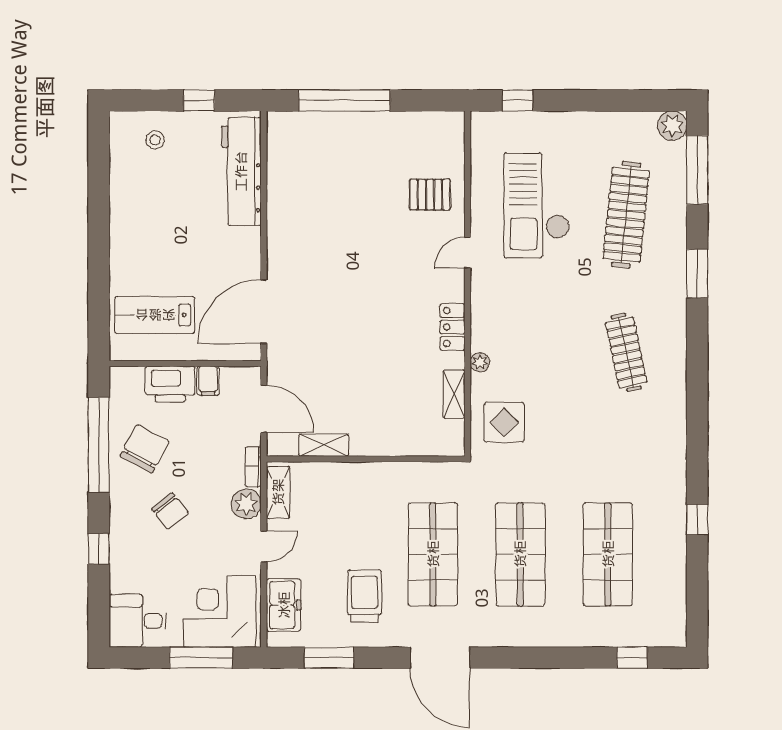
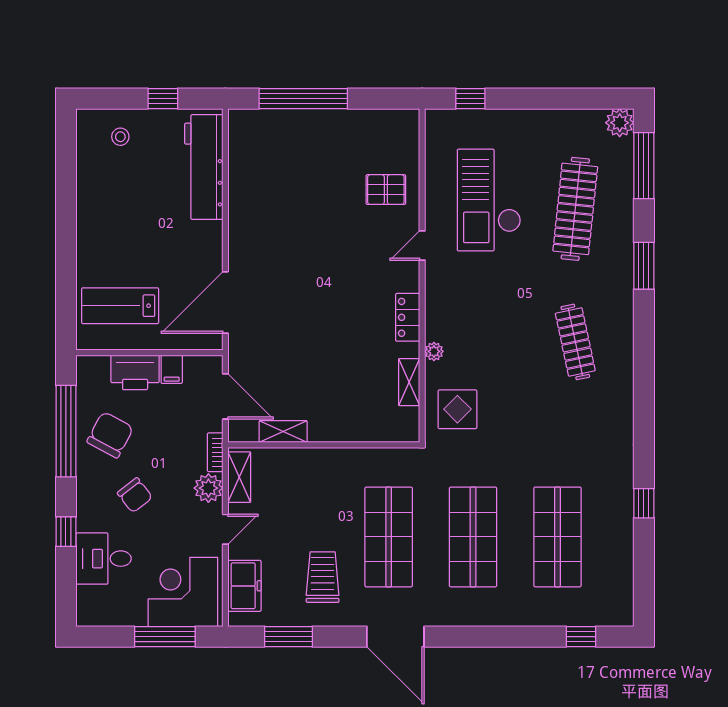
desk: (138, 621) -> (104, 559), moved

